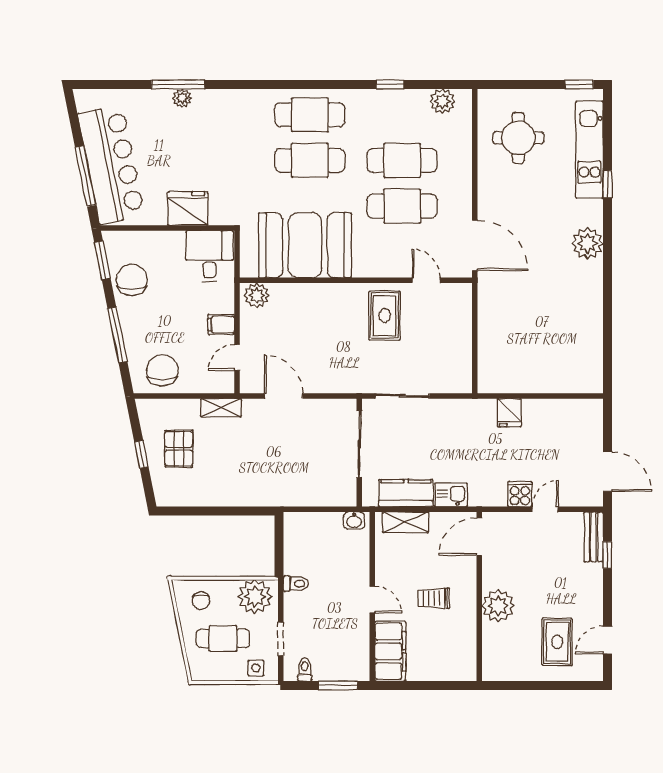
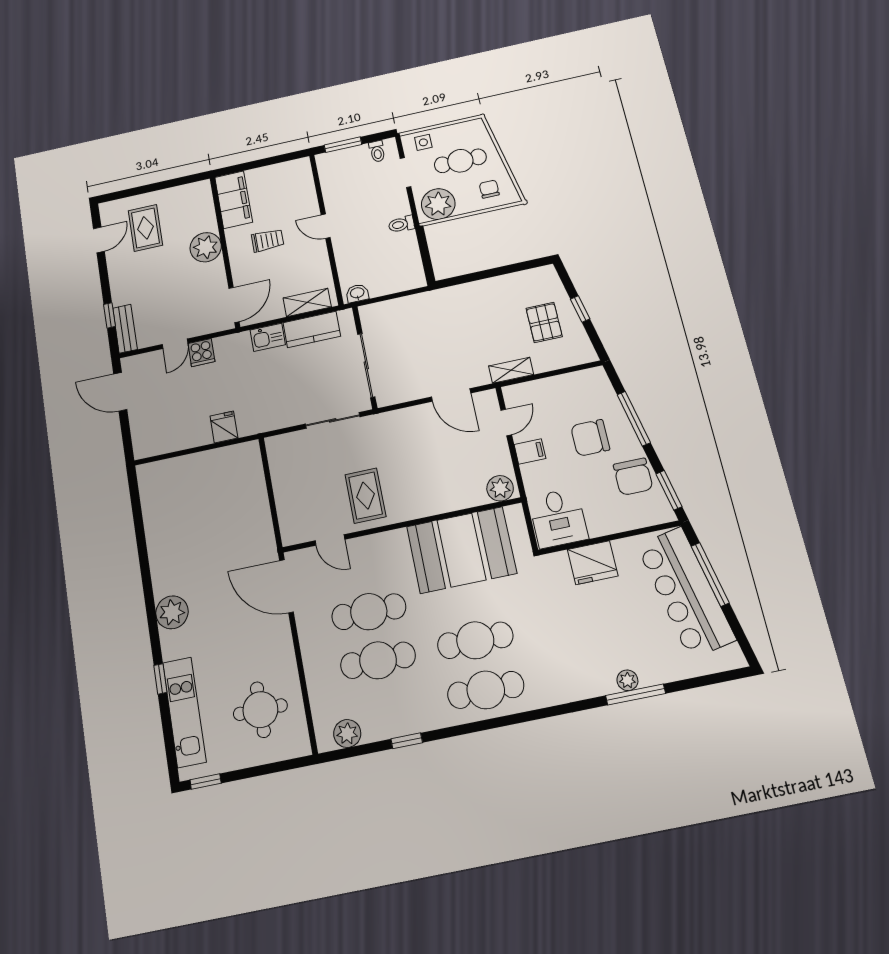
chair: (162, 370) -> (590, 438), moved, turned 90
filing cabinet: (390, 651) -> (234, 200), moved, turned 180

